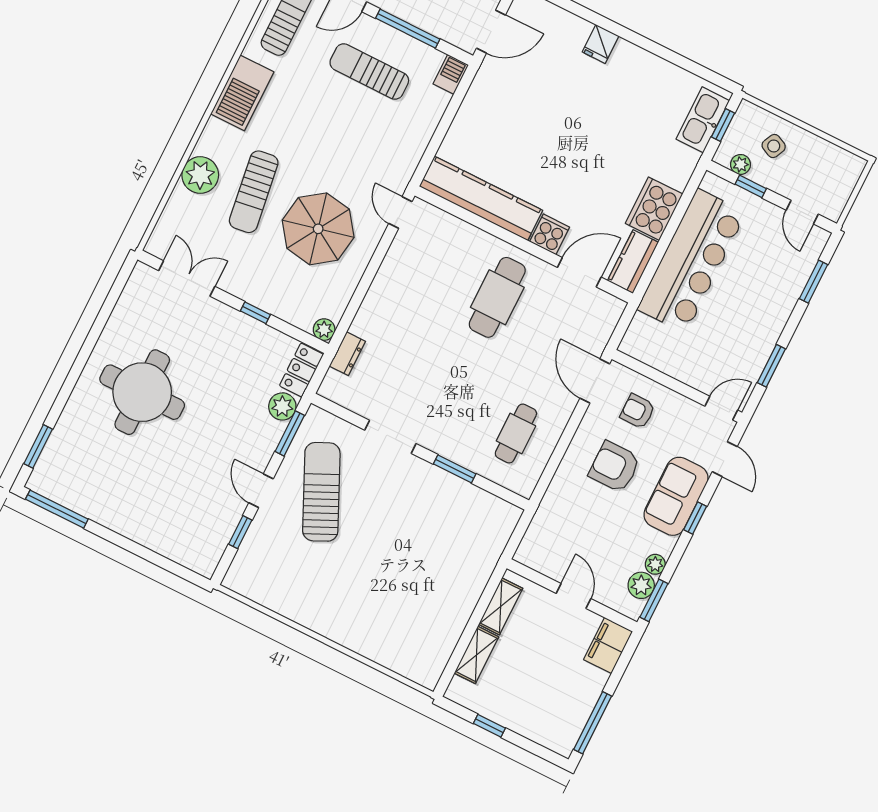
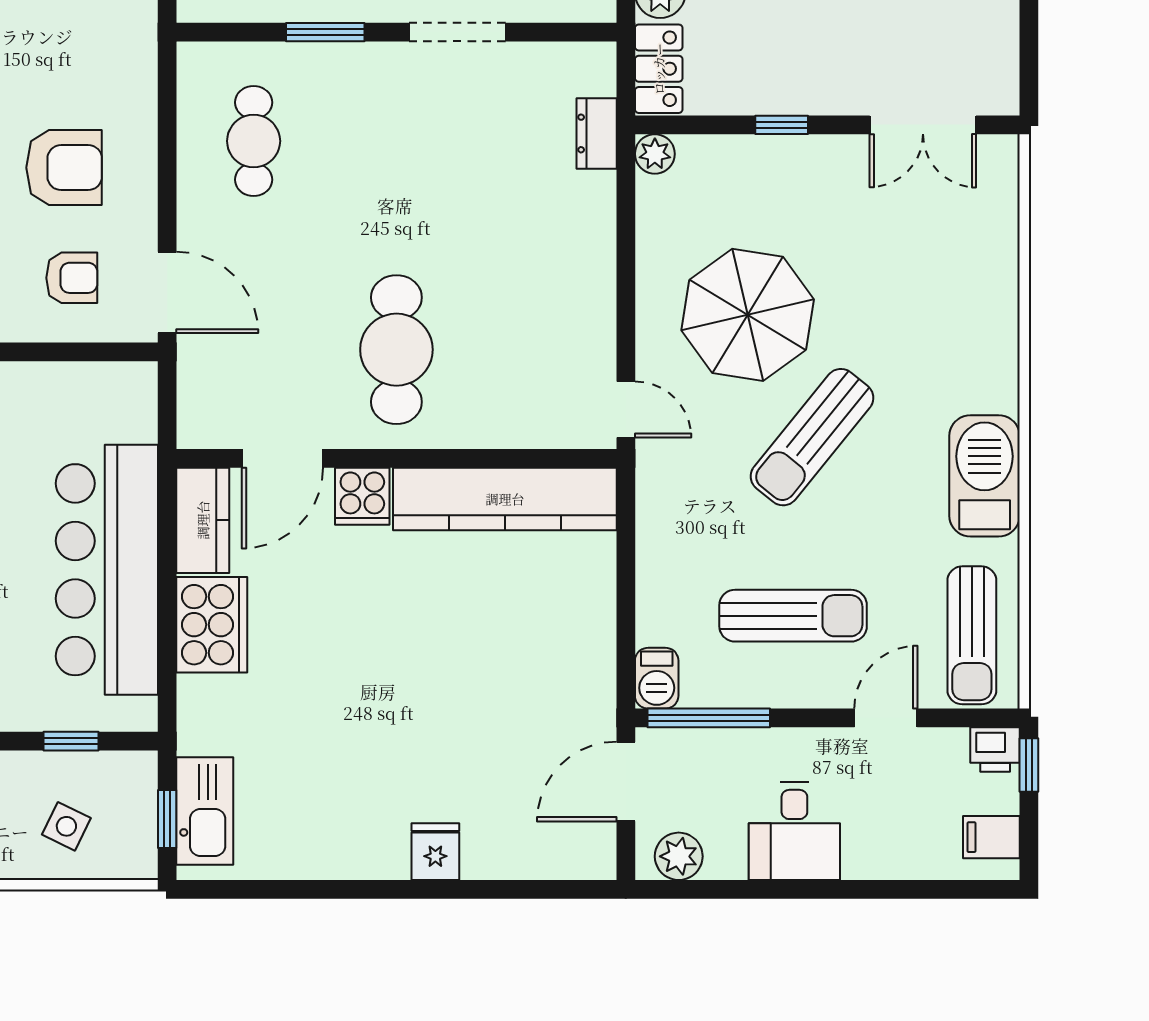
window: (408, 29) -> (709, 718), moved
plant: (741, 164) -> (106, 769), removed
plant: (200, 175) -> (986, 306), removed
sun lounger: (254, 192) -> (812, 437), moved, turned -133

